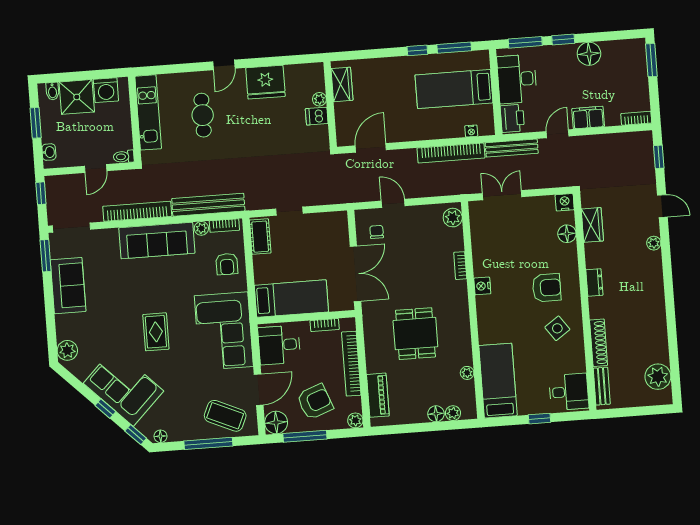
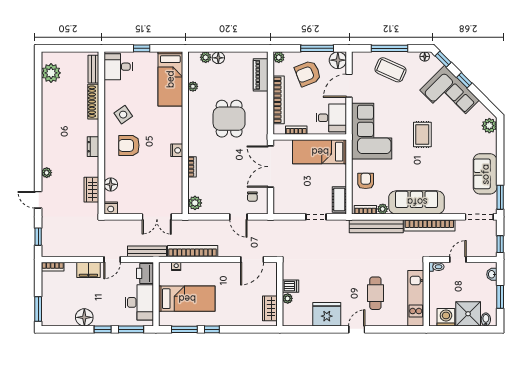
coffee table: (225, 416) -> (390, 70), moved

